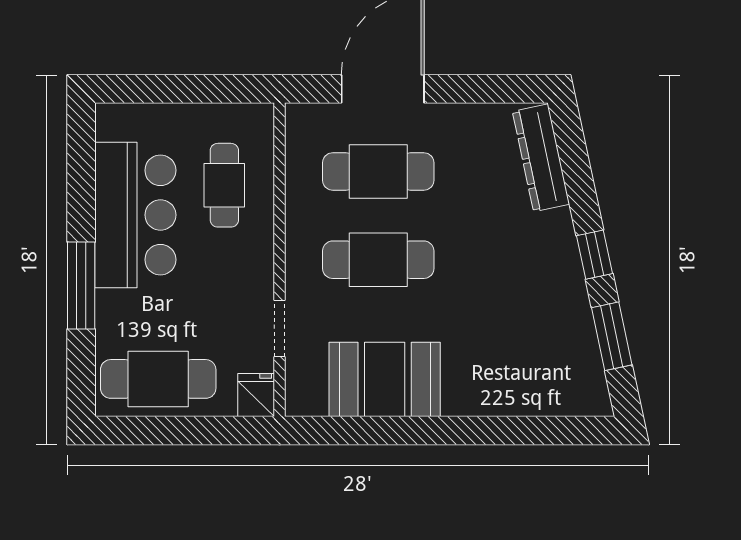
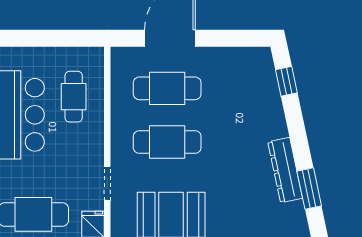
dresser: (541, 158) -> (285, 170), moved
window: (594, 255) -> (286, 81), moved

